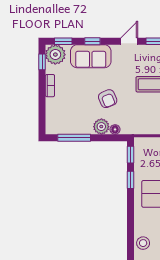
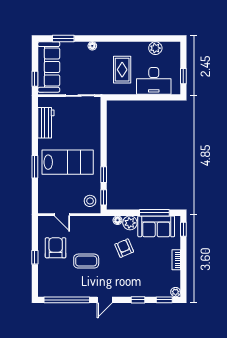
plant: (55, 55) -> (176, 292), width x0.53, depth x0.53
sofa: (91, 56) -> (156, 226), moved, turned 180
window: (42, 62) -> (183, 229), moved
stool: (143, 243) -> (90, 201), moved

